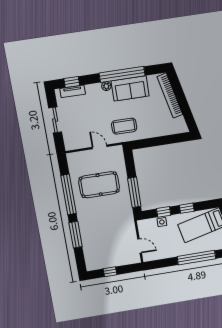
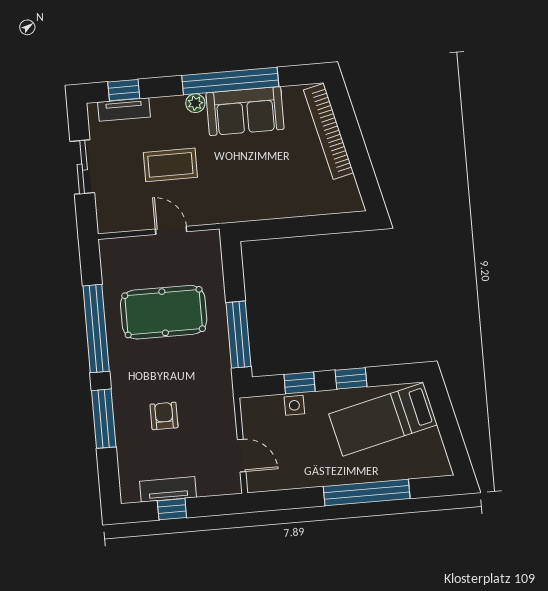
coffee table: (124, 126) -> (170, 165), moved
armchair: (103, 231) -> (164, 416), added
tv unit: (108, 263) -> (168, 489), added

